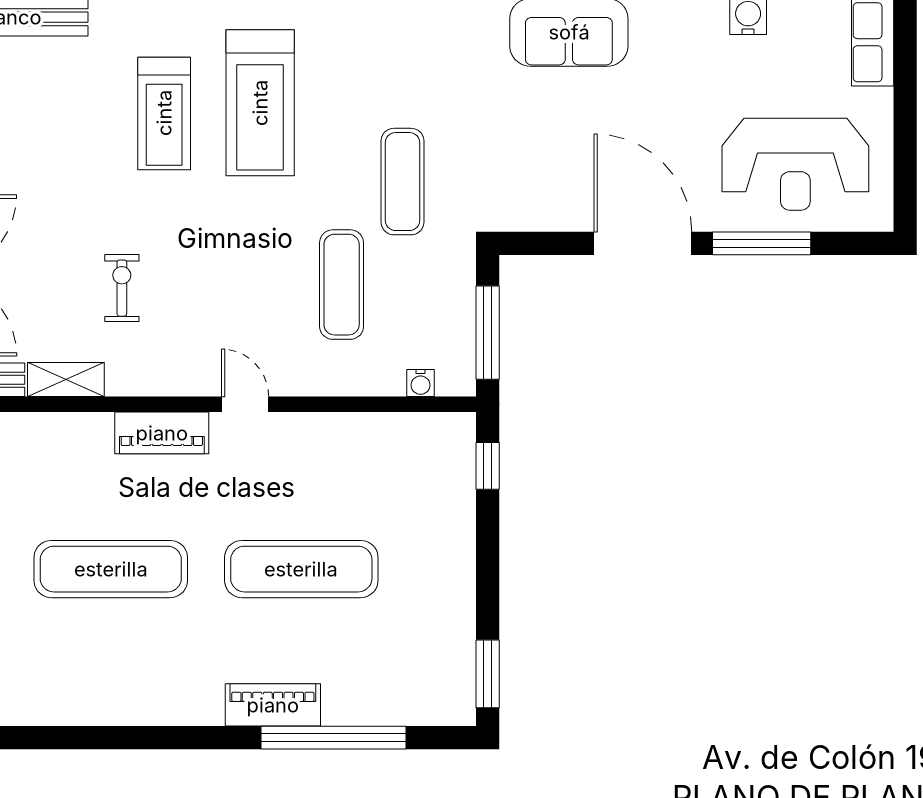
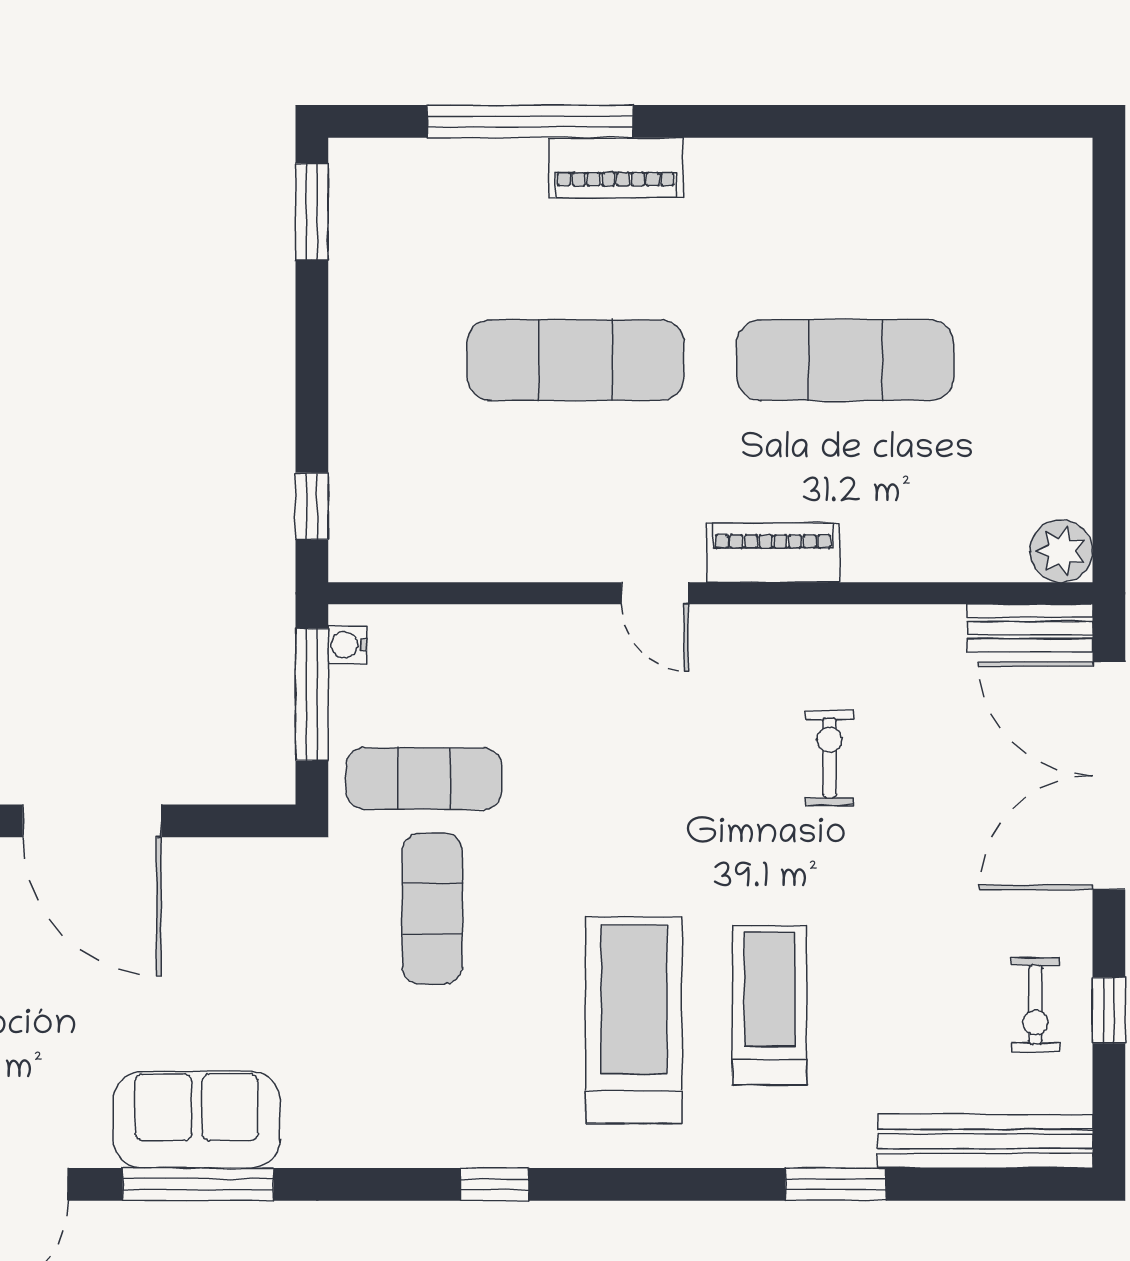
exercise mat: (342, 285) -> (424, 779), moved, turned 90
exercise bike: (122, 288) -> (830, 758), turned 180
shelving: (66, 379) -> (909, 628), removed
water cooler: (420, 383) -> (347, 645), moved, turned -90

